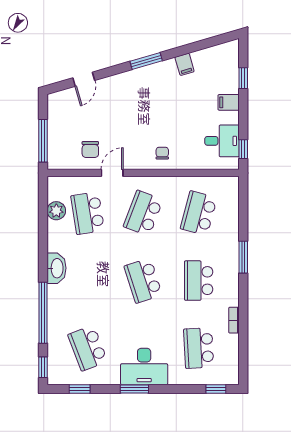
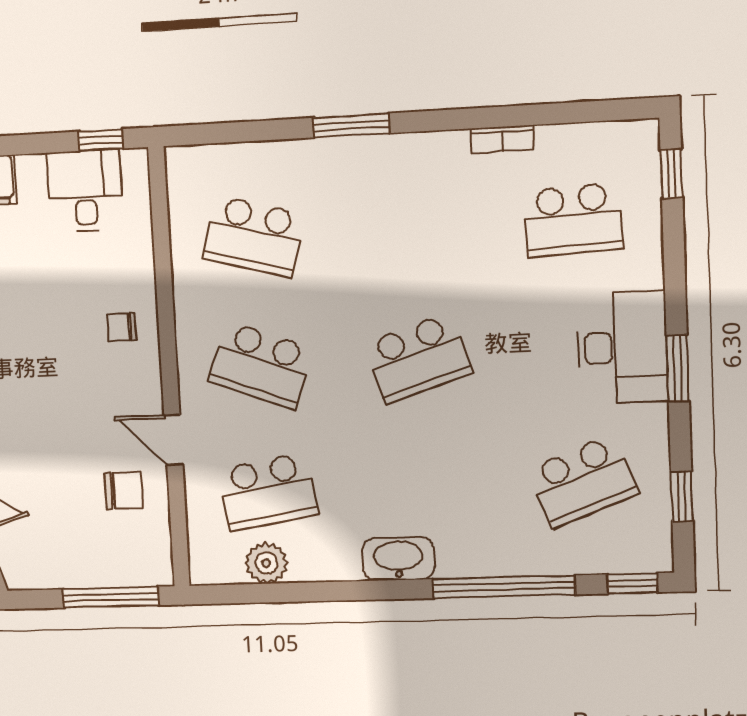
school desk: (199, 281) -> (412, 228), removed

